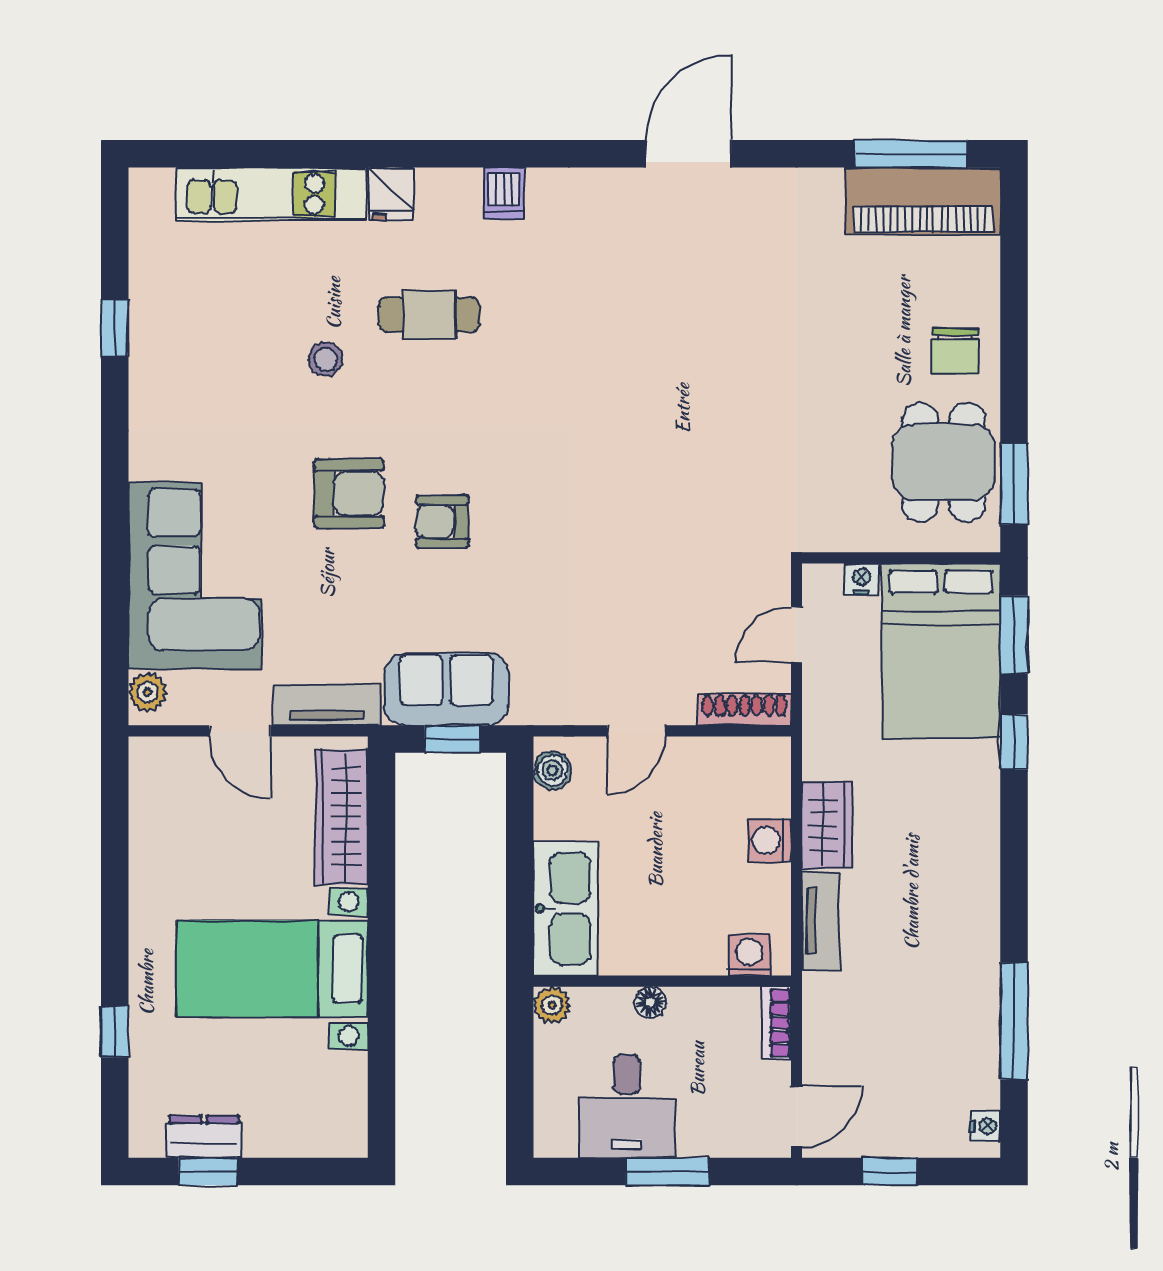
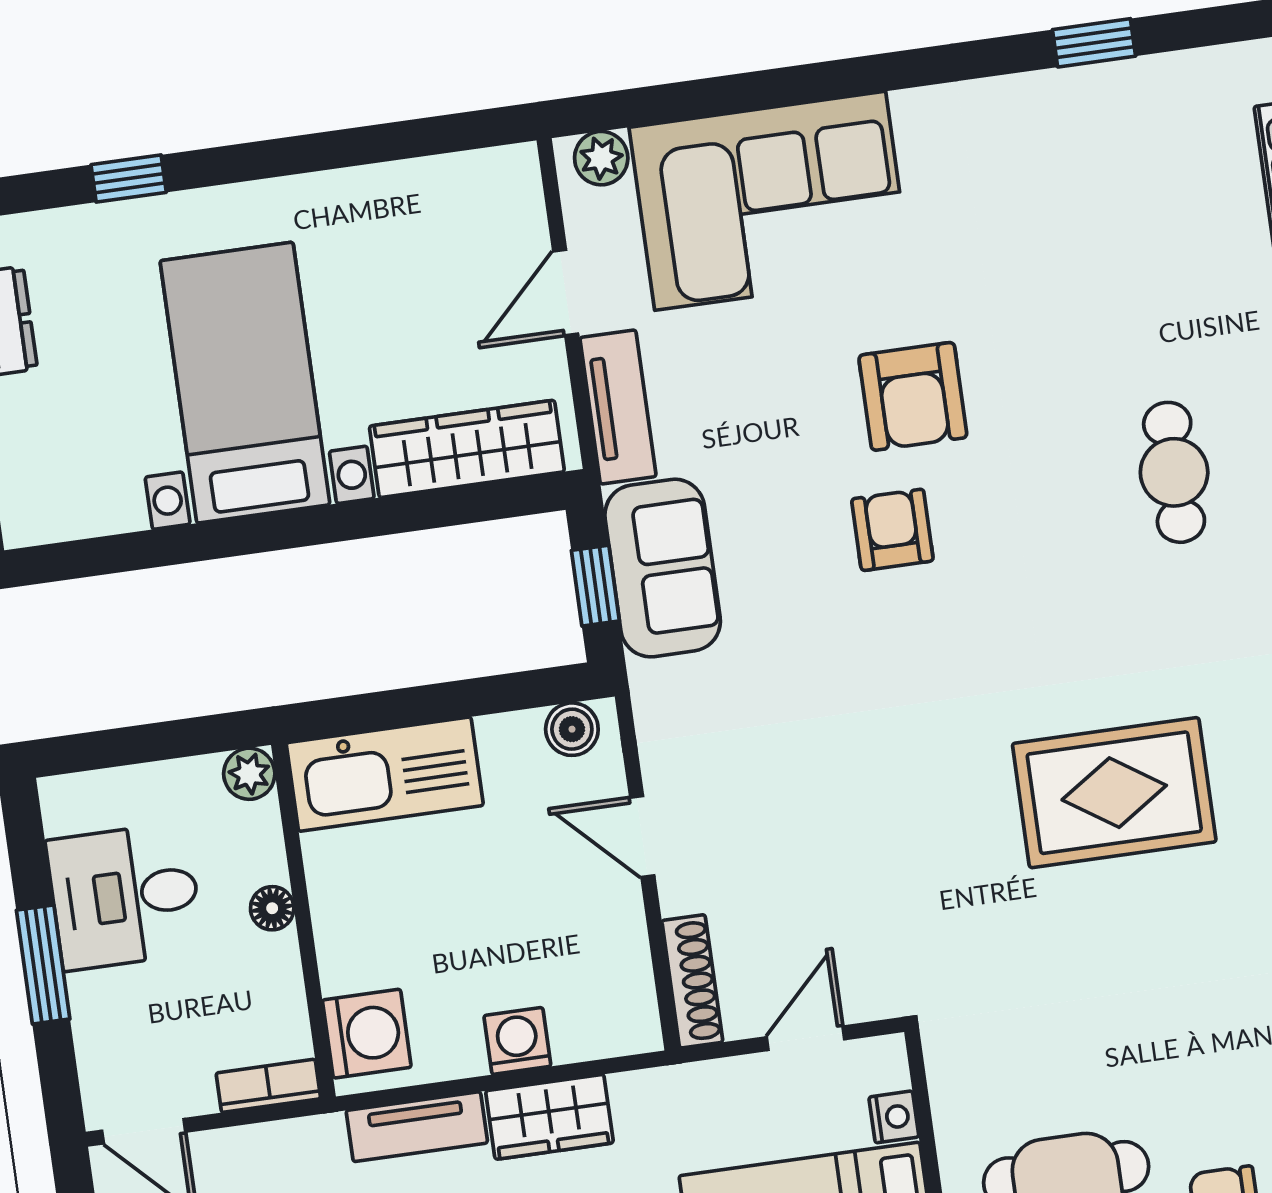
stool: (326, 359) -> (1093, 338), removed
rug: (652, 389) -> (1114, 793), added
door: (796, 634) -> (806, 1038), hinge flipped
washing machine: (749, 955) -> (367, 1034), width x1.38, depth x1.38

